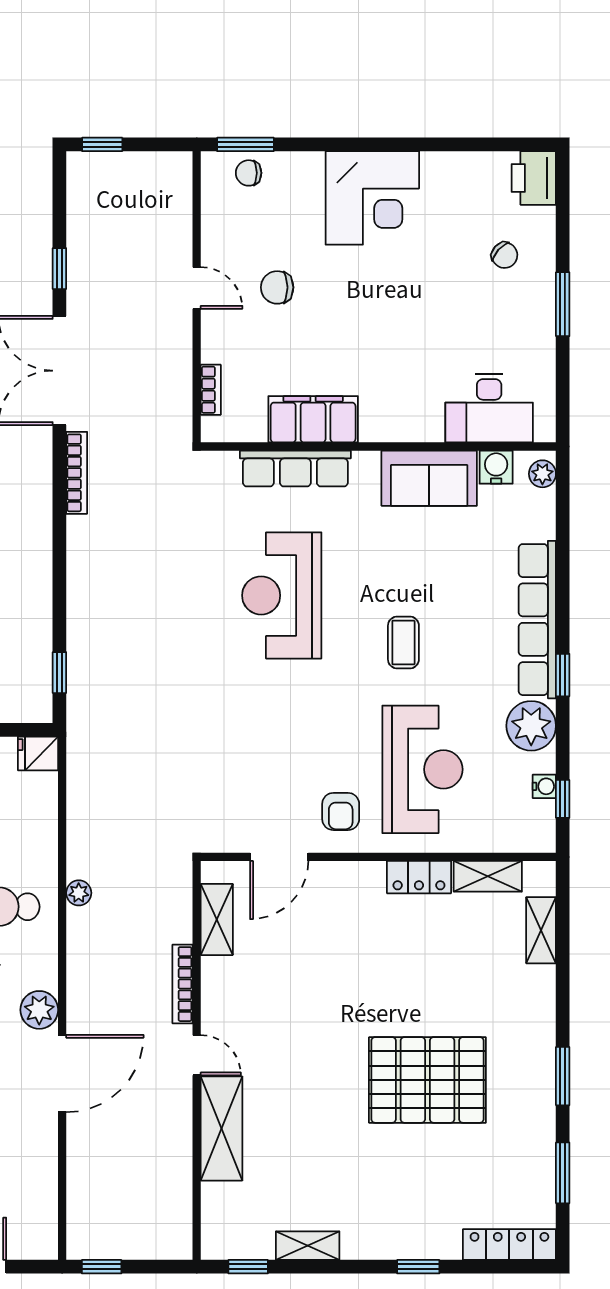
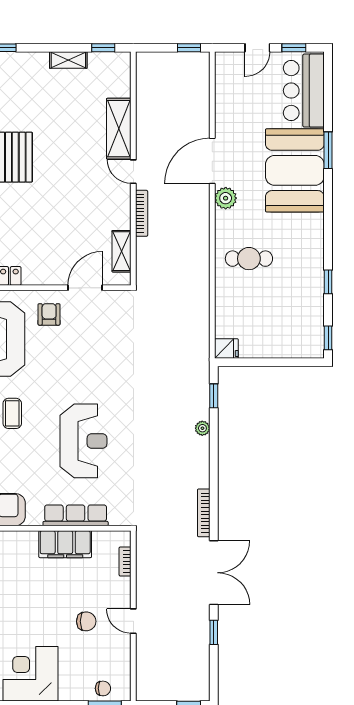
plant: (79, 893) -> (202, 428), moved

